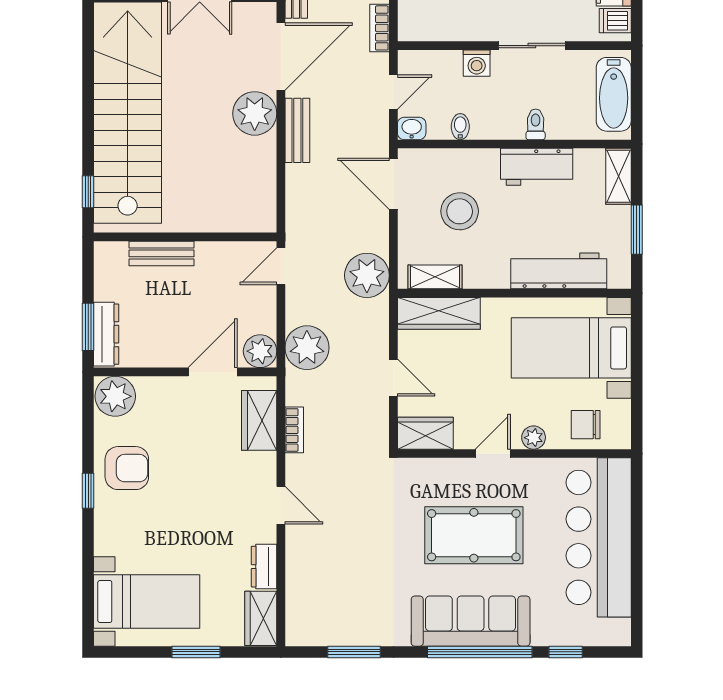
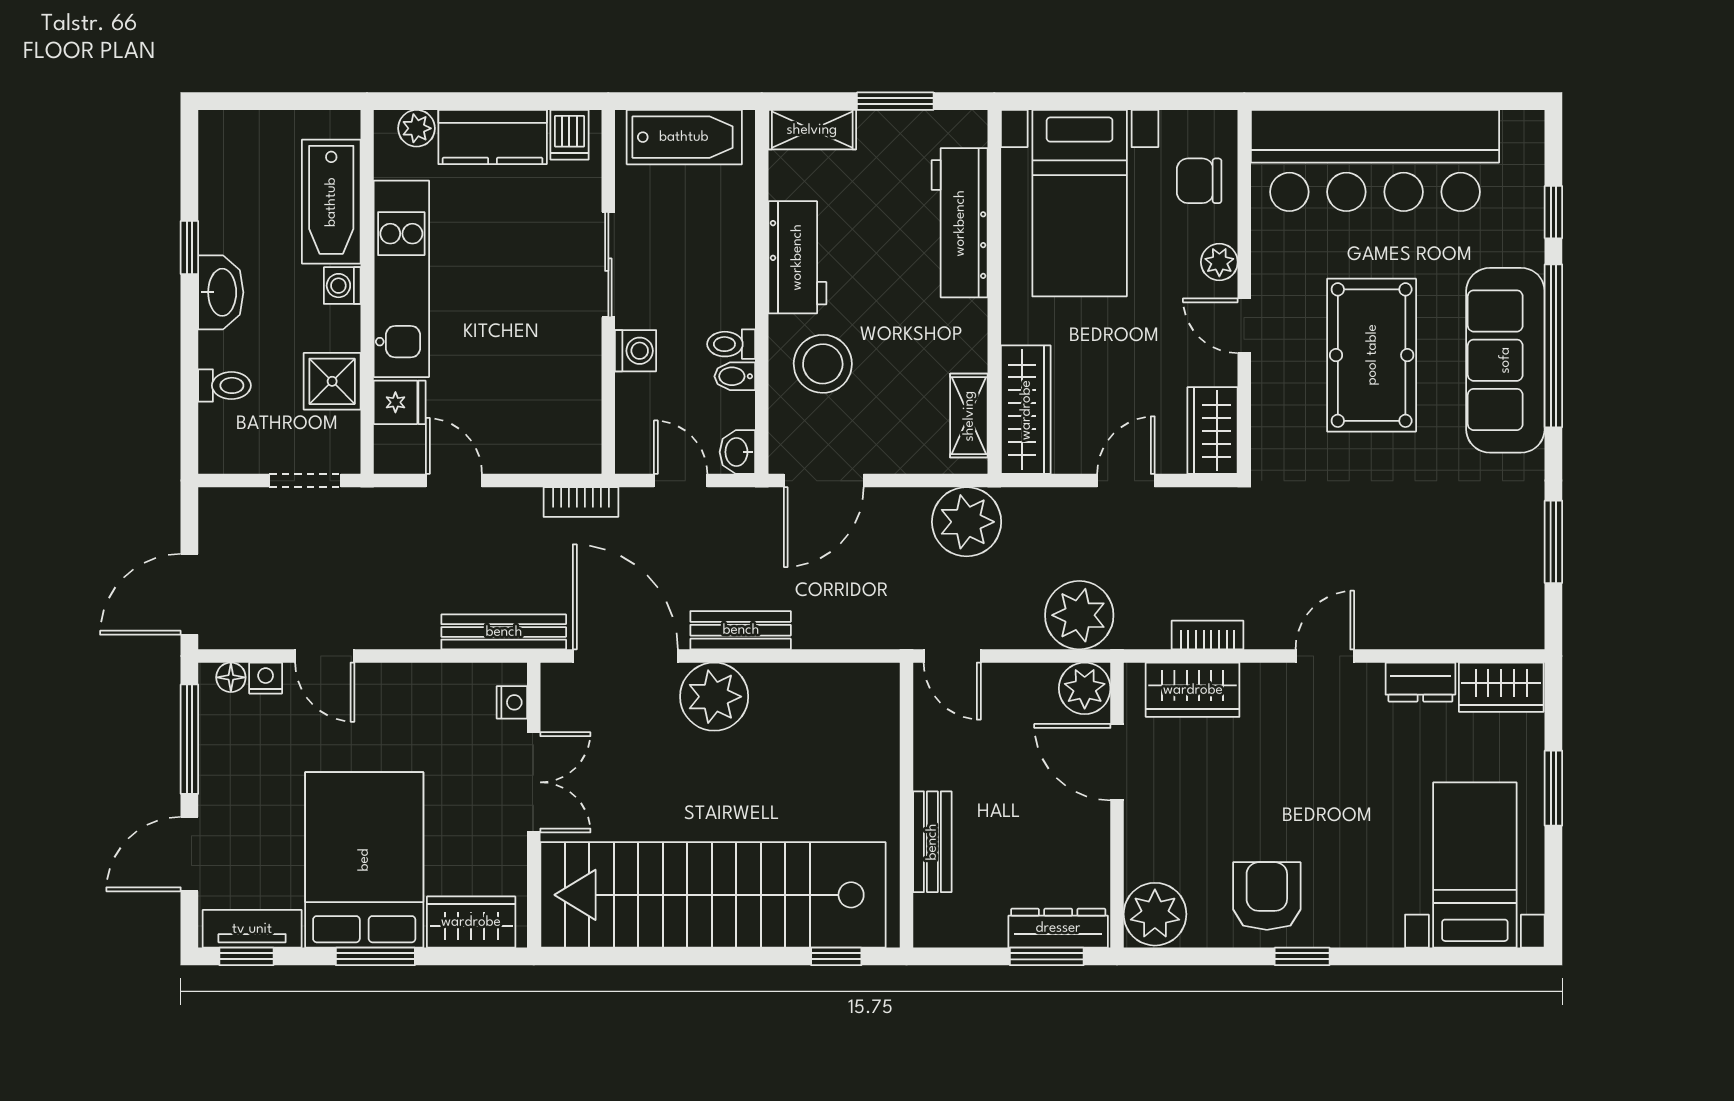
toilet: (536, 124) -> (731, 344), moved
stool: (460, 211) -> (823, 364), moved
chair: (586, 425) -> (1199, 181), turned 90

